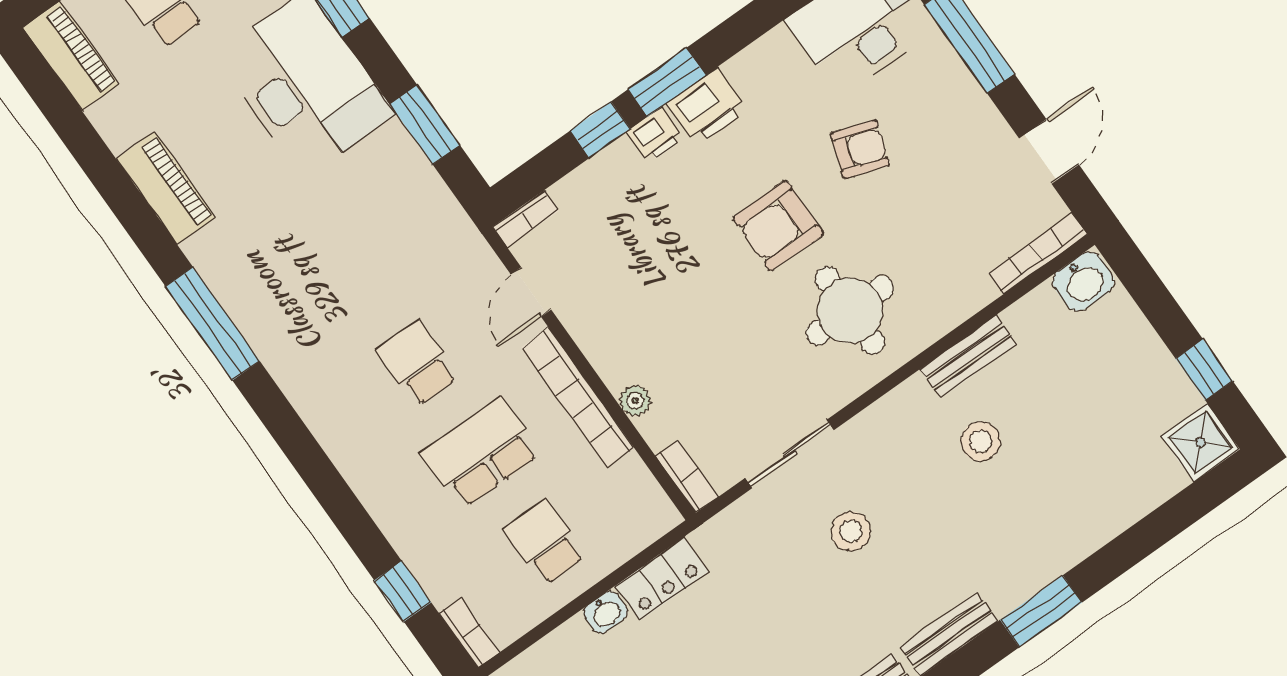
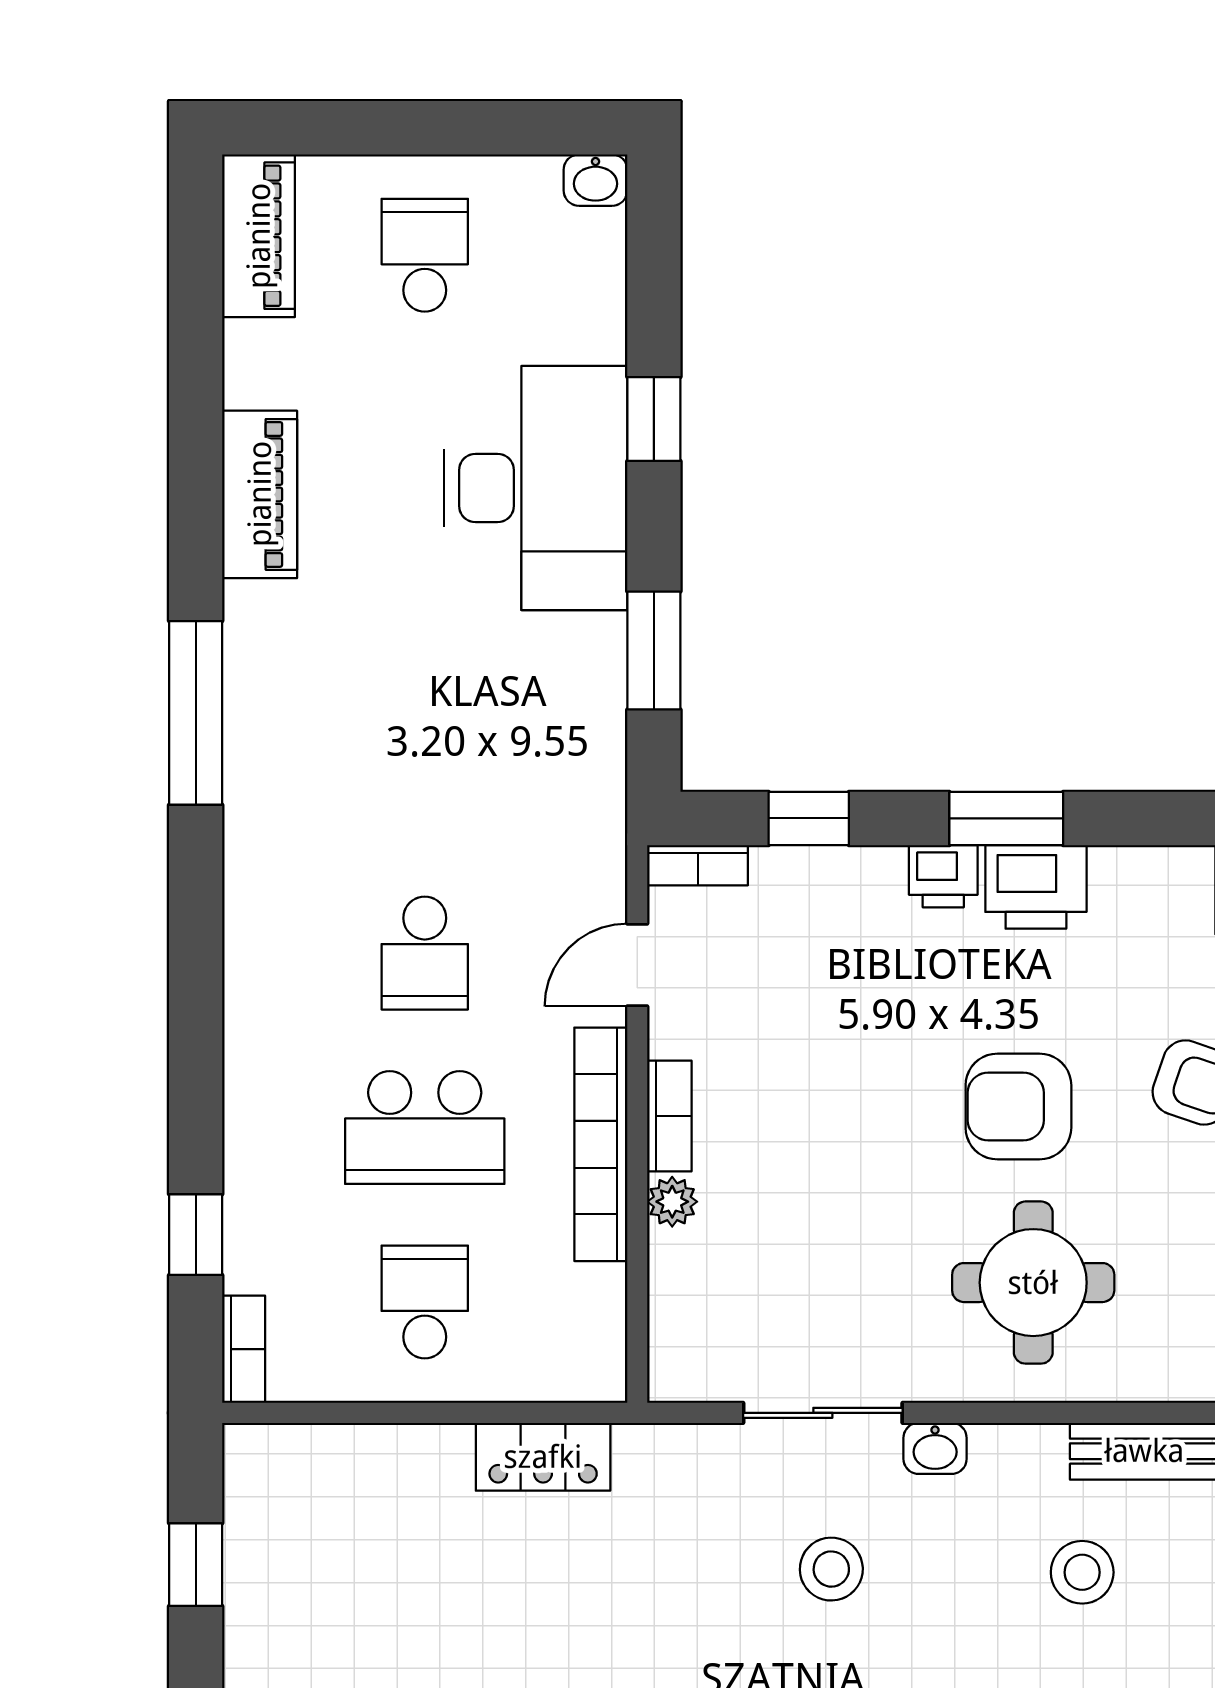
window: (600, 130) -> (809, 818), moved
school desk: (418, 363) -> (425, 953), turned 180
school desk: (481, 453) -> (425, 1128), turned 180
bookcase: (687, 476) -> (669, 1116), moved
washbasin: (605, 612) -> (935, 1448), moved

